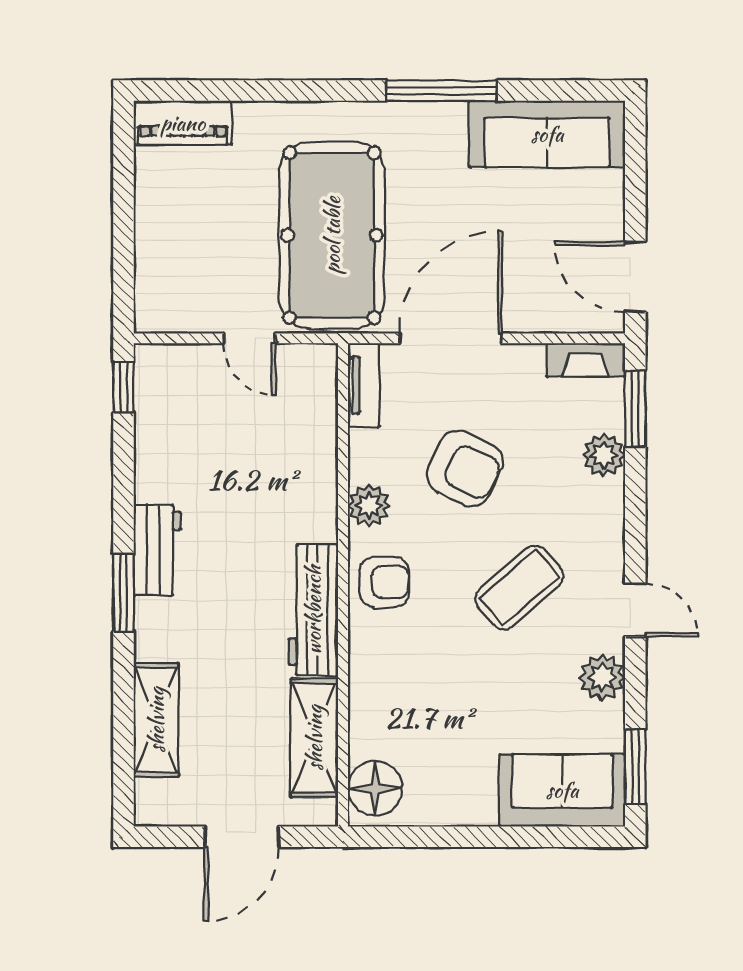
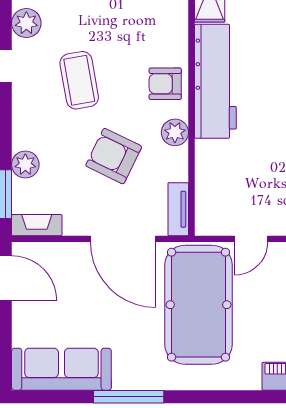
door: (249, 338) -> (251, 239), swing flipped
door: (450, 338) -> (123, 239), hinge flipped
coffee table: (519, 588) -> (79, 80), turned -59
workbench: (313, 610) -> (215, 81), width x1.36, depth x1.32

